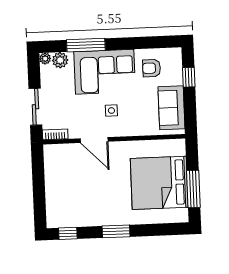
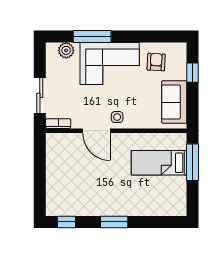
plant: (45, 59) -> (51, 48), removed
armchair: (152, 68) -> (156, 62), turned 93
side table: (111, 111) -> (117, 117), moved
bed: (159, 183) -> (159, 163), width x0.49
window: (193, 189) -> (193, 162), moved

